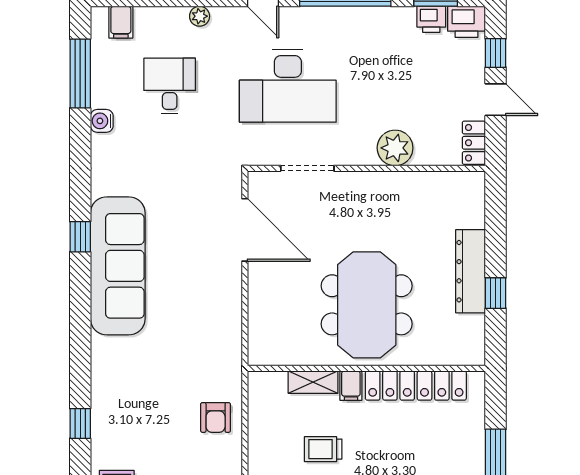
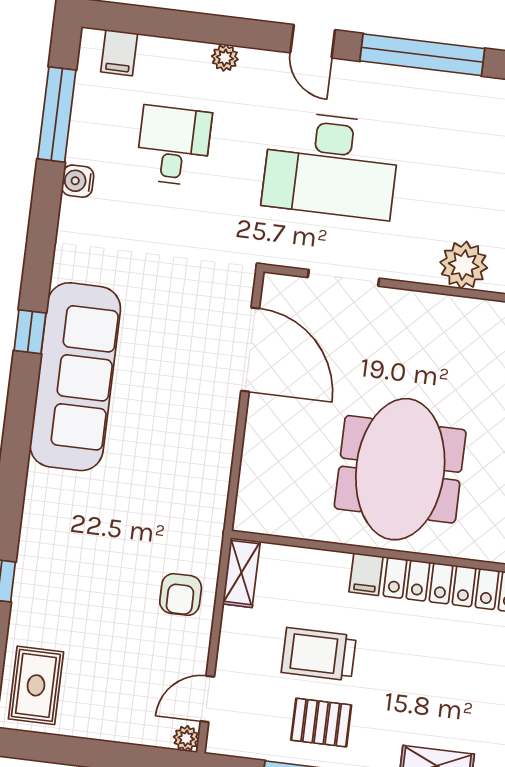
shelving: (313, 382) -> (241, 573), moved, turned 90
trolley: (323, 449) -> (319, 654), width x1.36, depth x1.39

